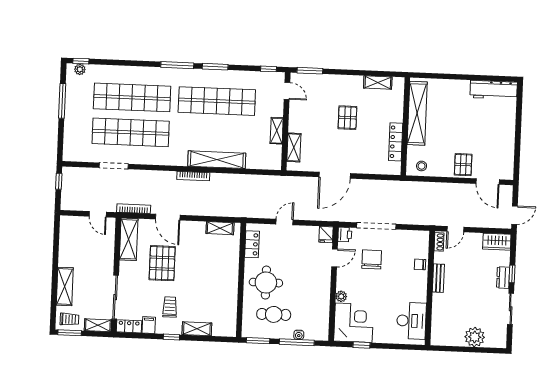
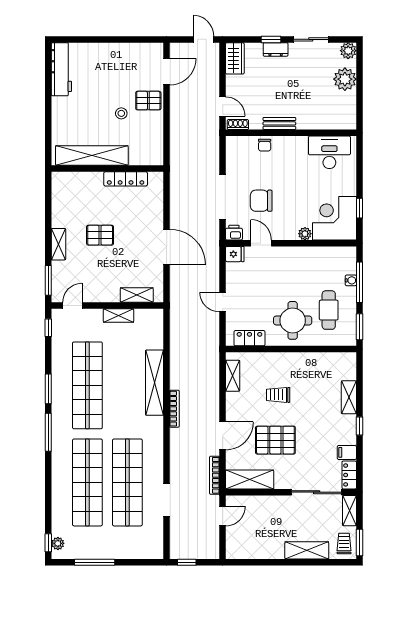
shelving: (378, 82) -> (58, 244), moved
stool: (422, 166) -> (121, 113), moved
trolley: (170, 307) -> (278, 395), moved
plant: (499, 341) -> (348, 51), added

